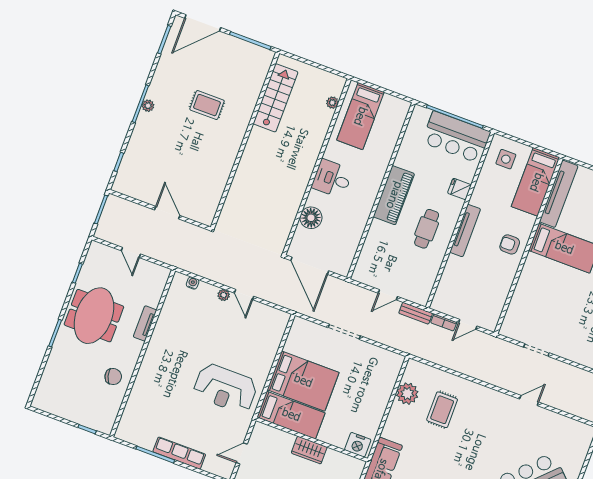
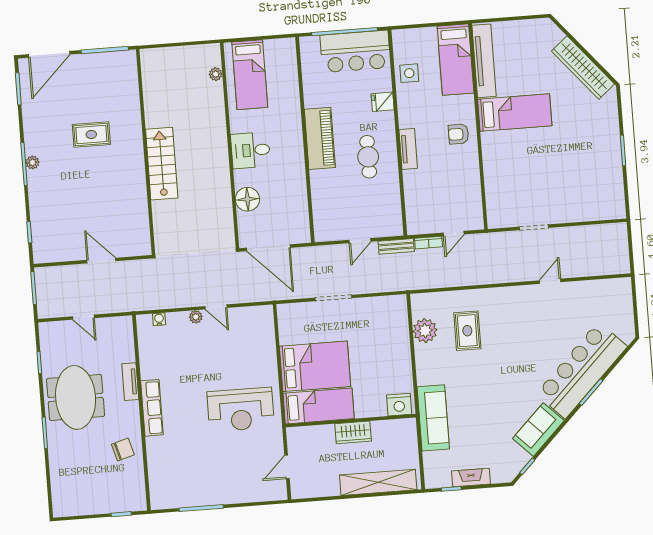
stairs: (275, 98) -> (162, 164), moved
side table: (506, 159) -> (409, 73), moved
tv unit: (465, 231) -> (408, 149), width x0.71
row of seats: (179, 453) -> (152, 408), moved, turned 90

